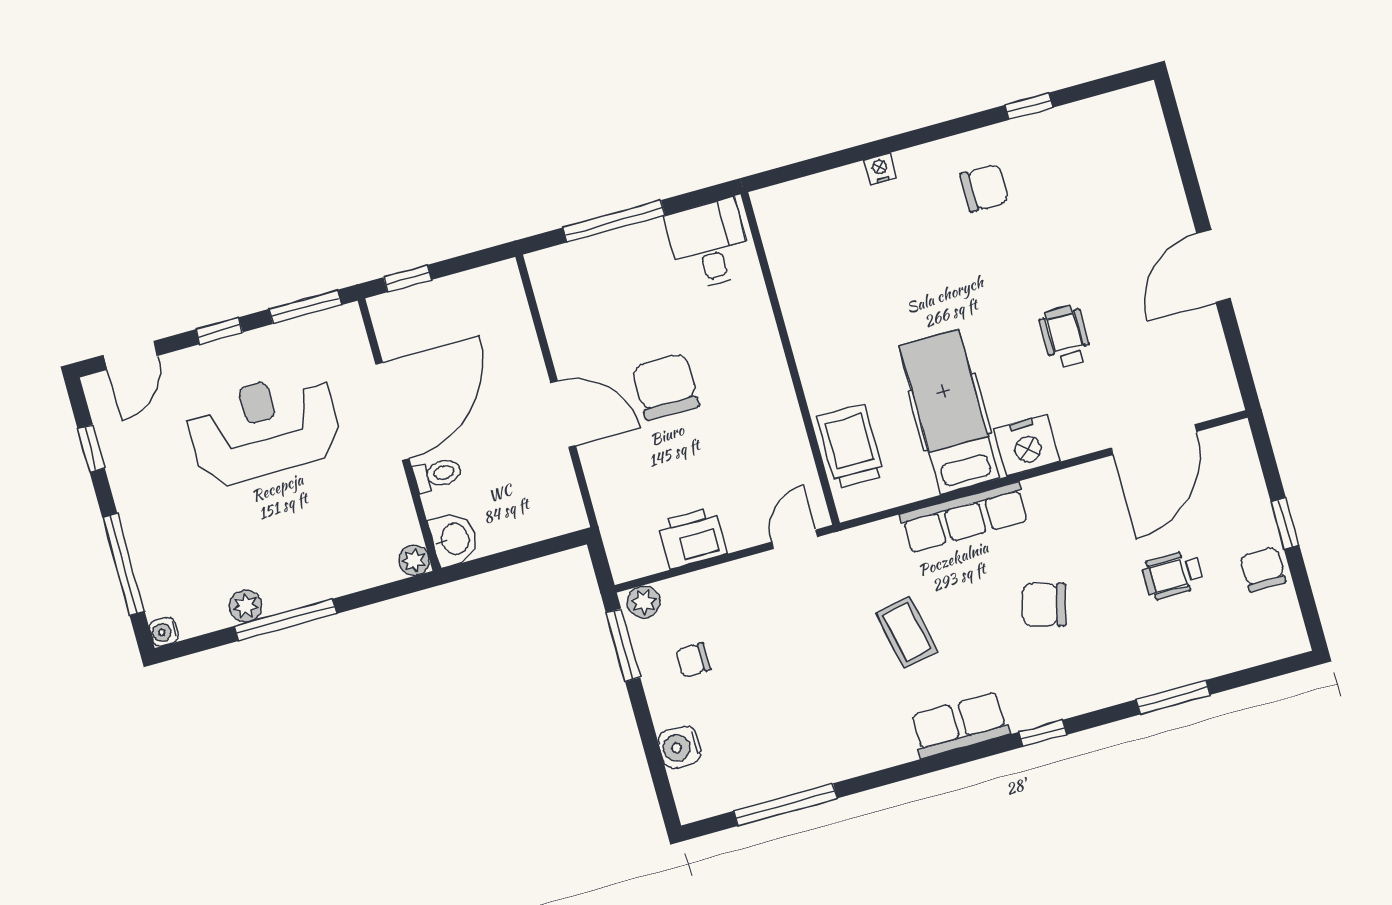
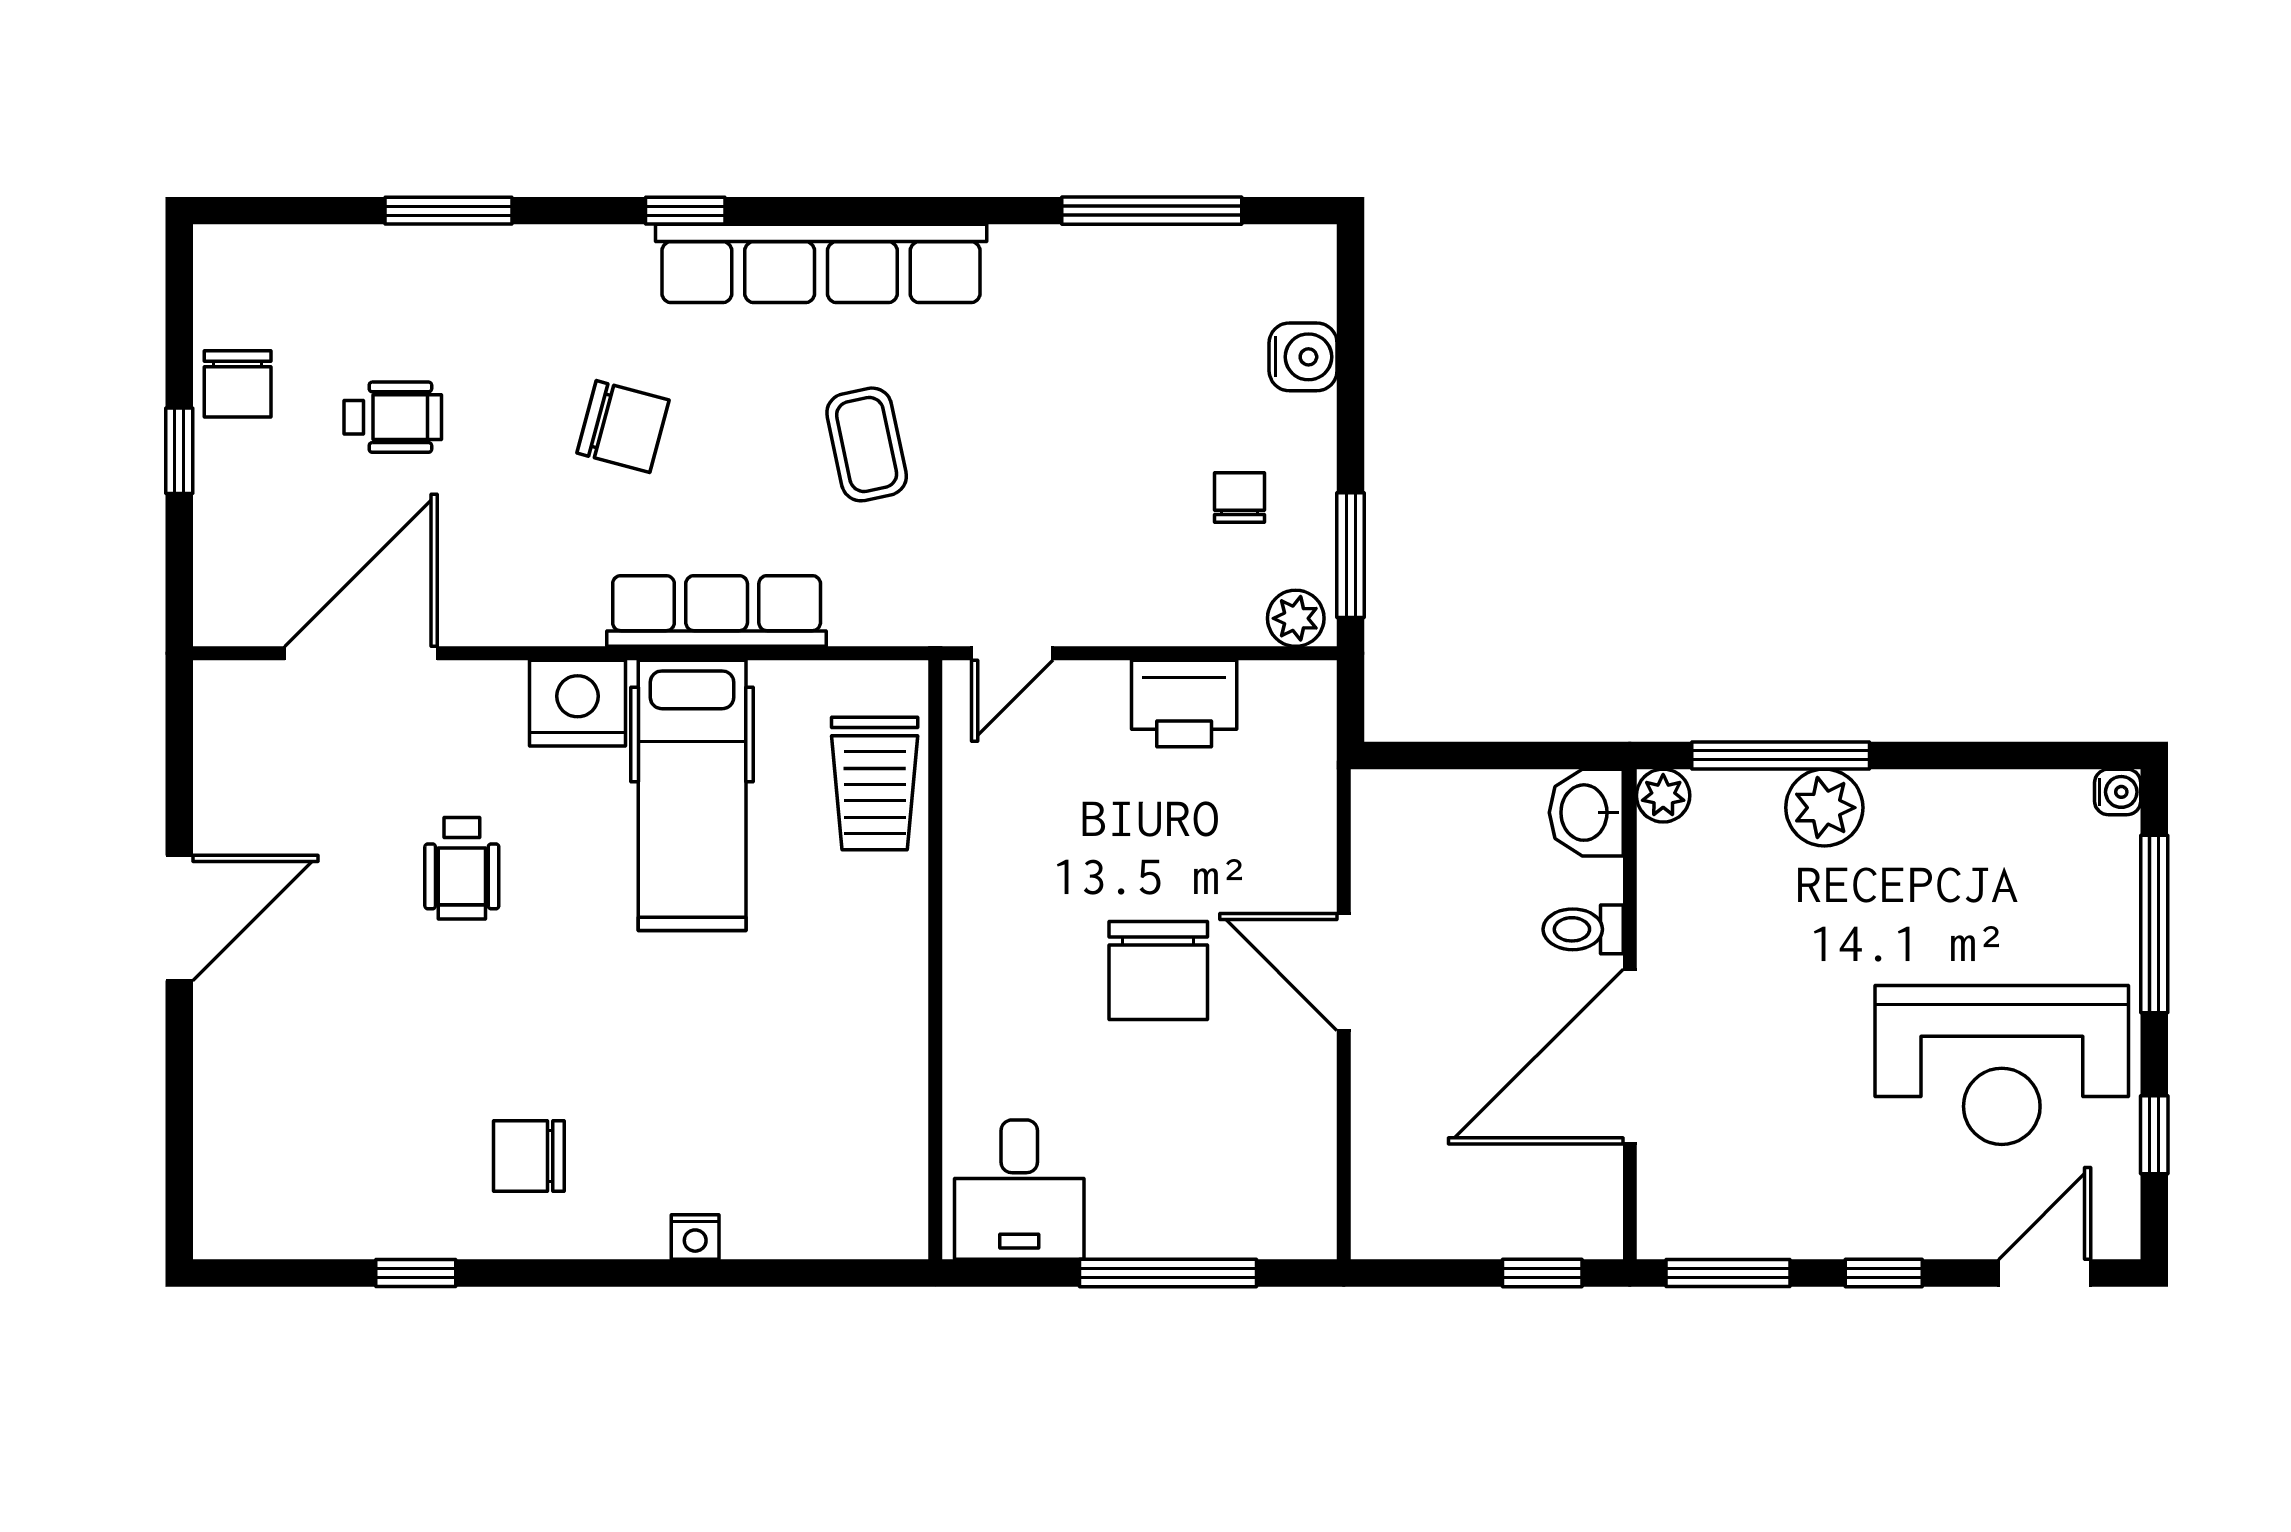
reception desk: (264, 428) -> (2002, 1065), moved
plant: (246, 606) -> (1824, 808), moved, width x1.38, depth x1.38
window: (285, 620) -> (1781, 755), moved
chair: (693, 660) -> (1240, 497), turned -90
row of seats: (960, 725) -> (821, 263), width x2.02

